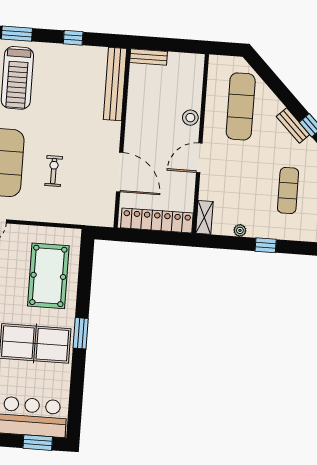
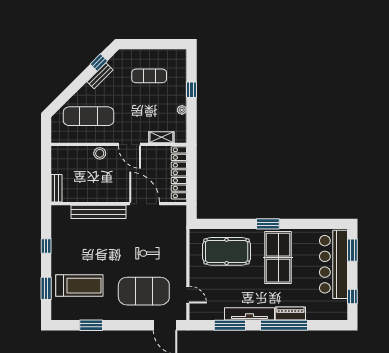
bench: (115, 84) -> (98, 212), moved
door: (120, 172) -> (145, 204), hinge flipped
shelving: (204, 217) -> (161, 137), moved

